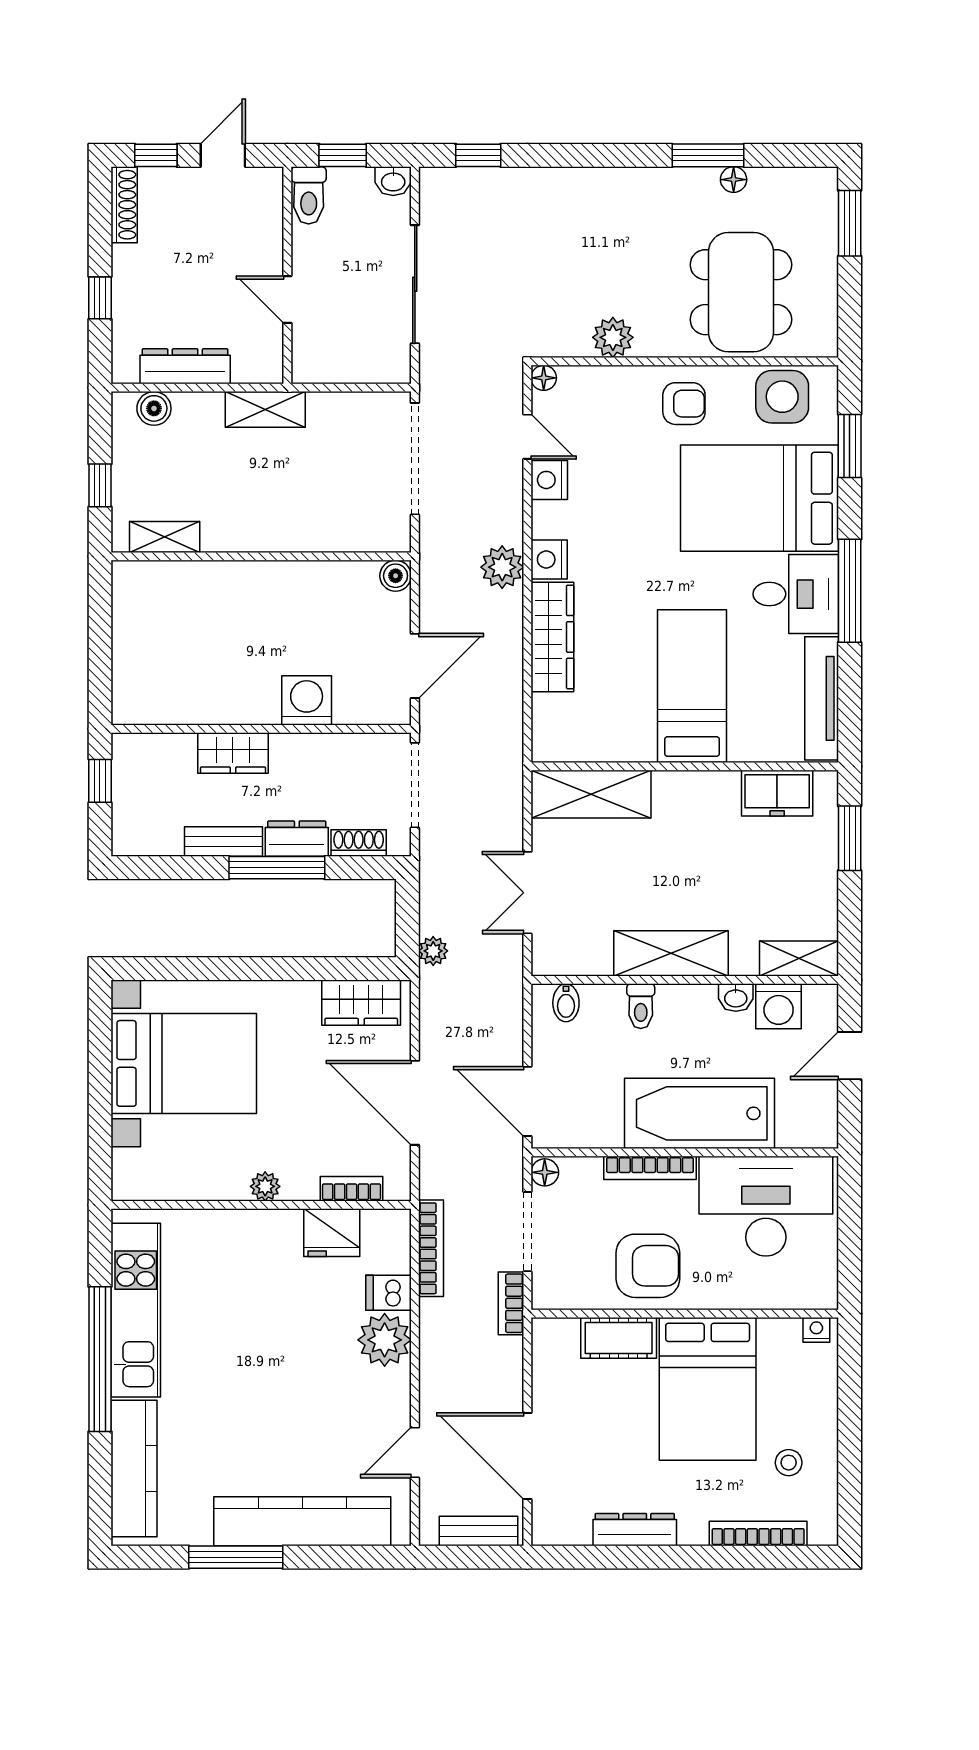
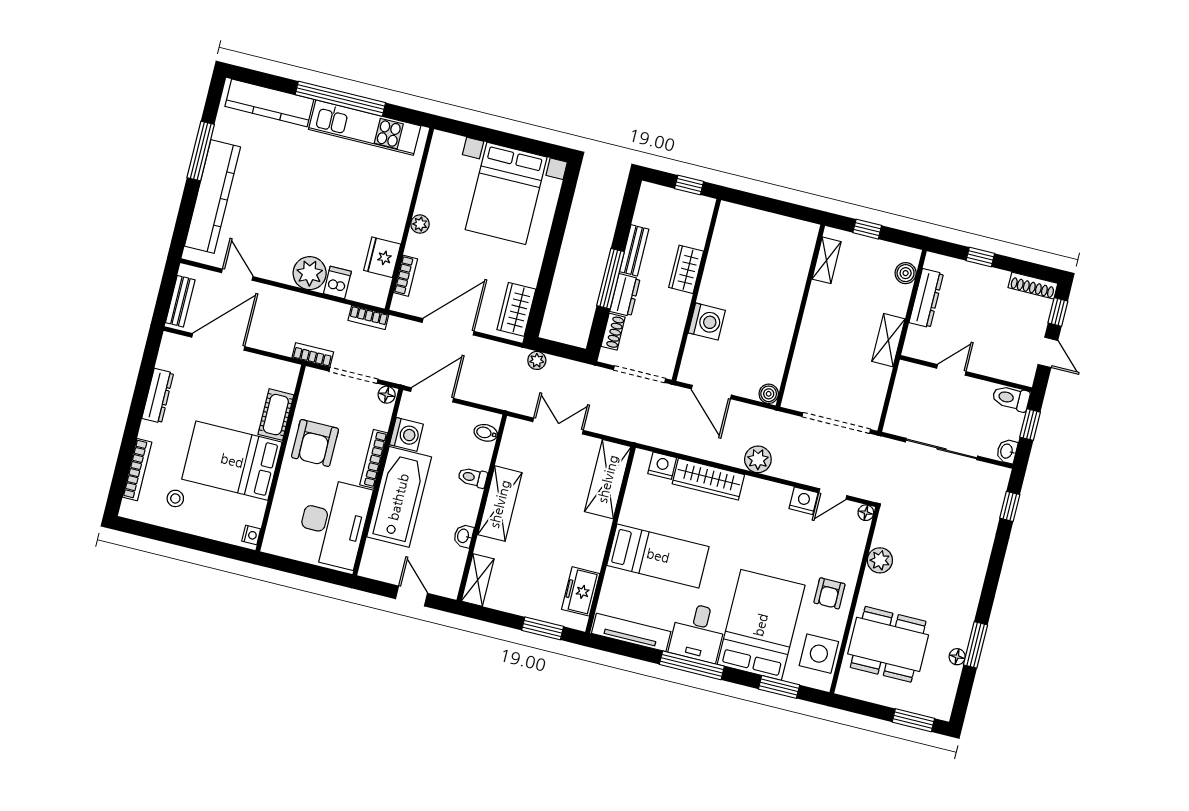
nightstand: (549, 560) -> (662, 466), moved
washing machine: (779, 1006) -> (406, 434), moved, turned 180
bookcase: (431, 1248) -> (368, 317), width x0.64

